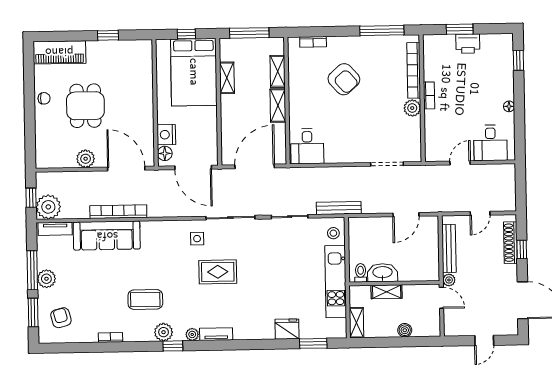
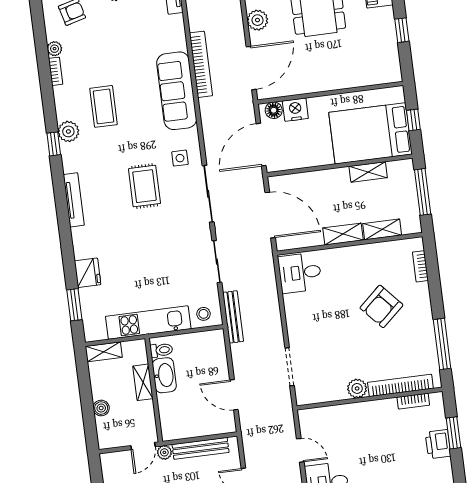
bookcase: (429, 95) -> (413, 401), moved
sofa: (107, 236) -> (177, 91), moved
plant: (192, 334) -> (55, 49), moved
tv unit: (216, 334) -> (74, 200), width x1.41

